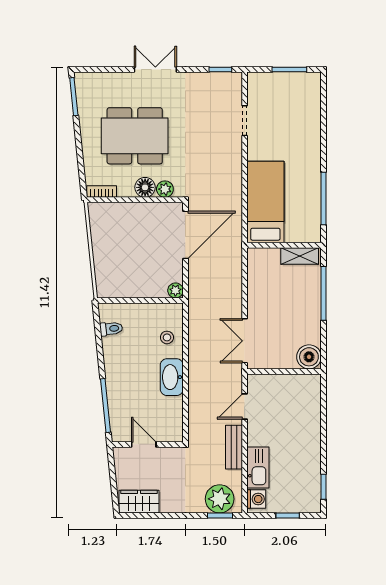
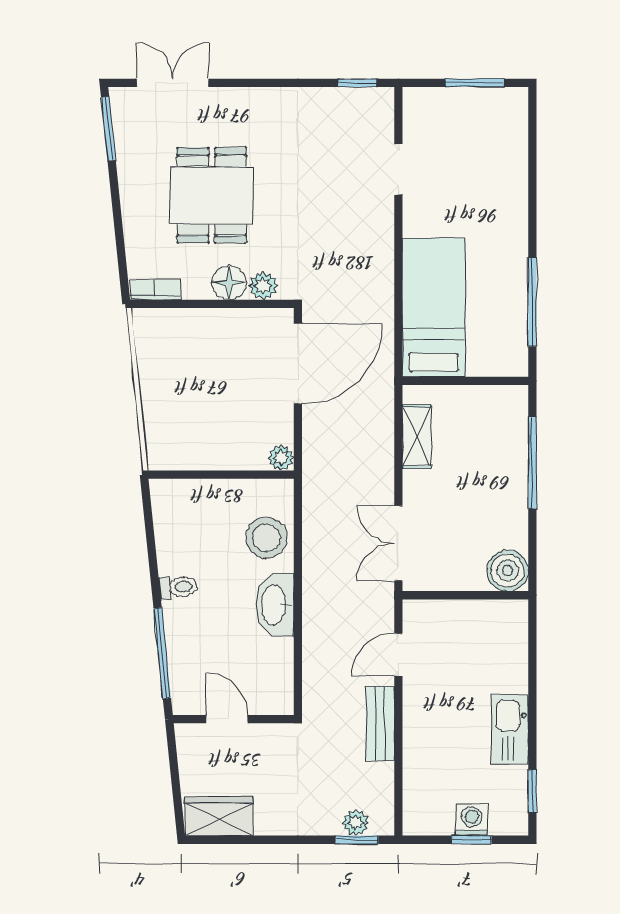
double door: (155, 70) -> (173, 83), moved
dining table: (135, 136) -> (212, 195), width x0.73
shelving: (300, 256) -> (417, 437), moved, turned 90
toilet: (111, 329) -> (178, 587), moved
stool: (167, 337) -> (266, 538), width x1.89, depth x1.89
kitchen sink: (258, 467) -> (510, 730), moved, turned 180
plant: (220, 499) -> (356, 823), width x0.53, depth x0.53
washing machine: (256, 499) -> (472, 820), moved, turned -90

